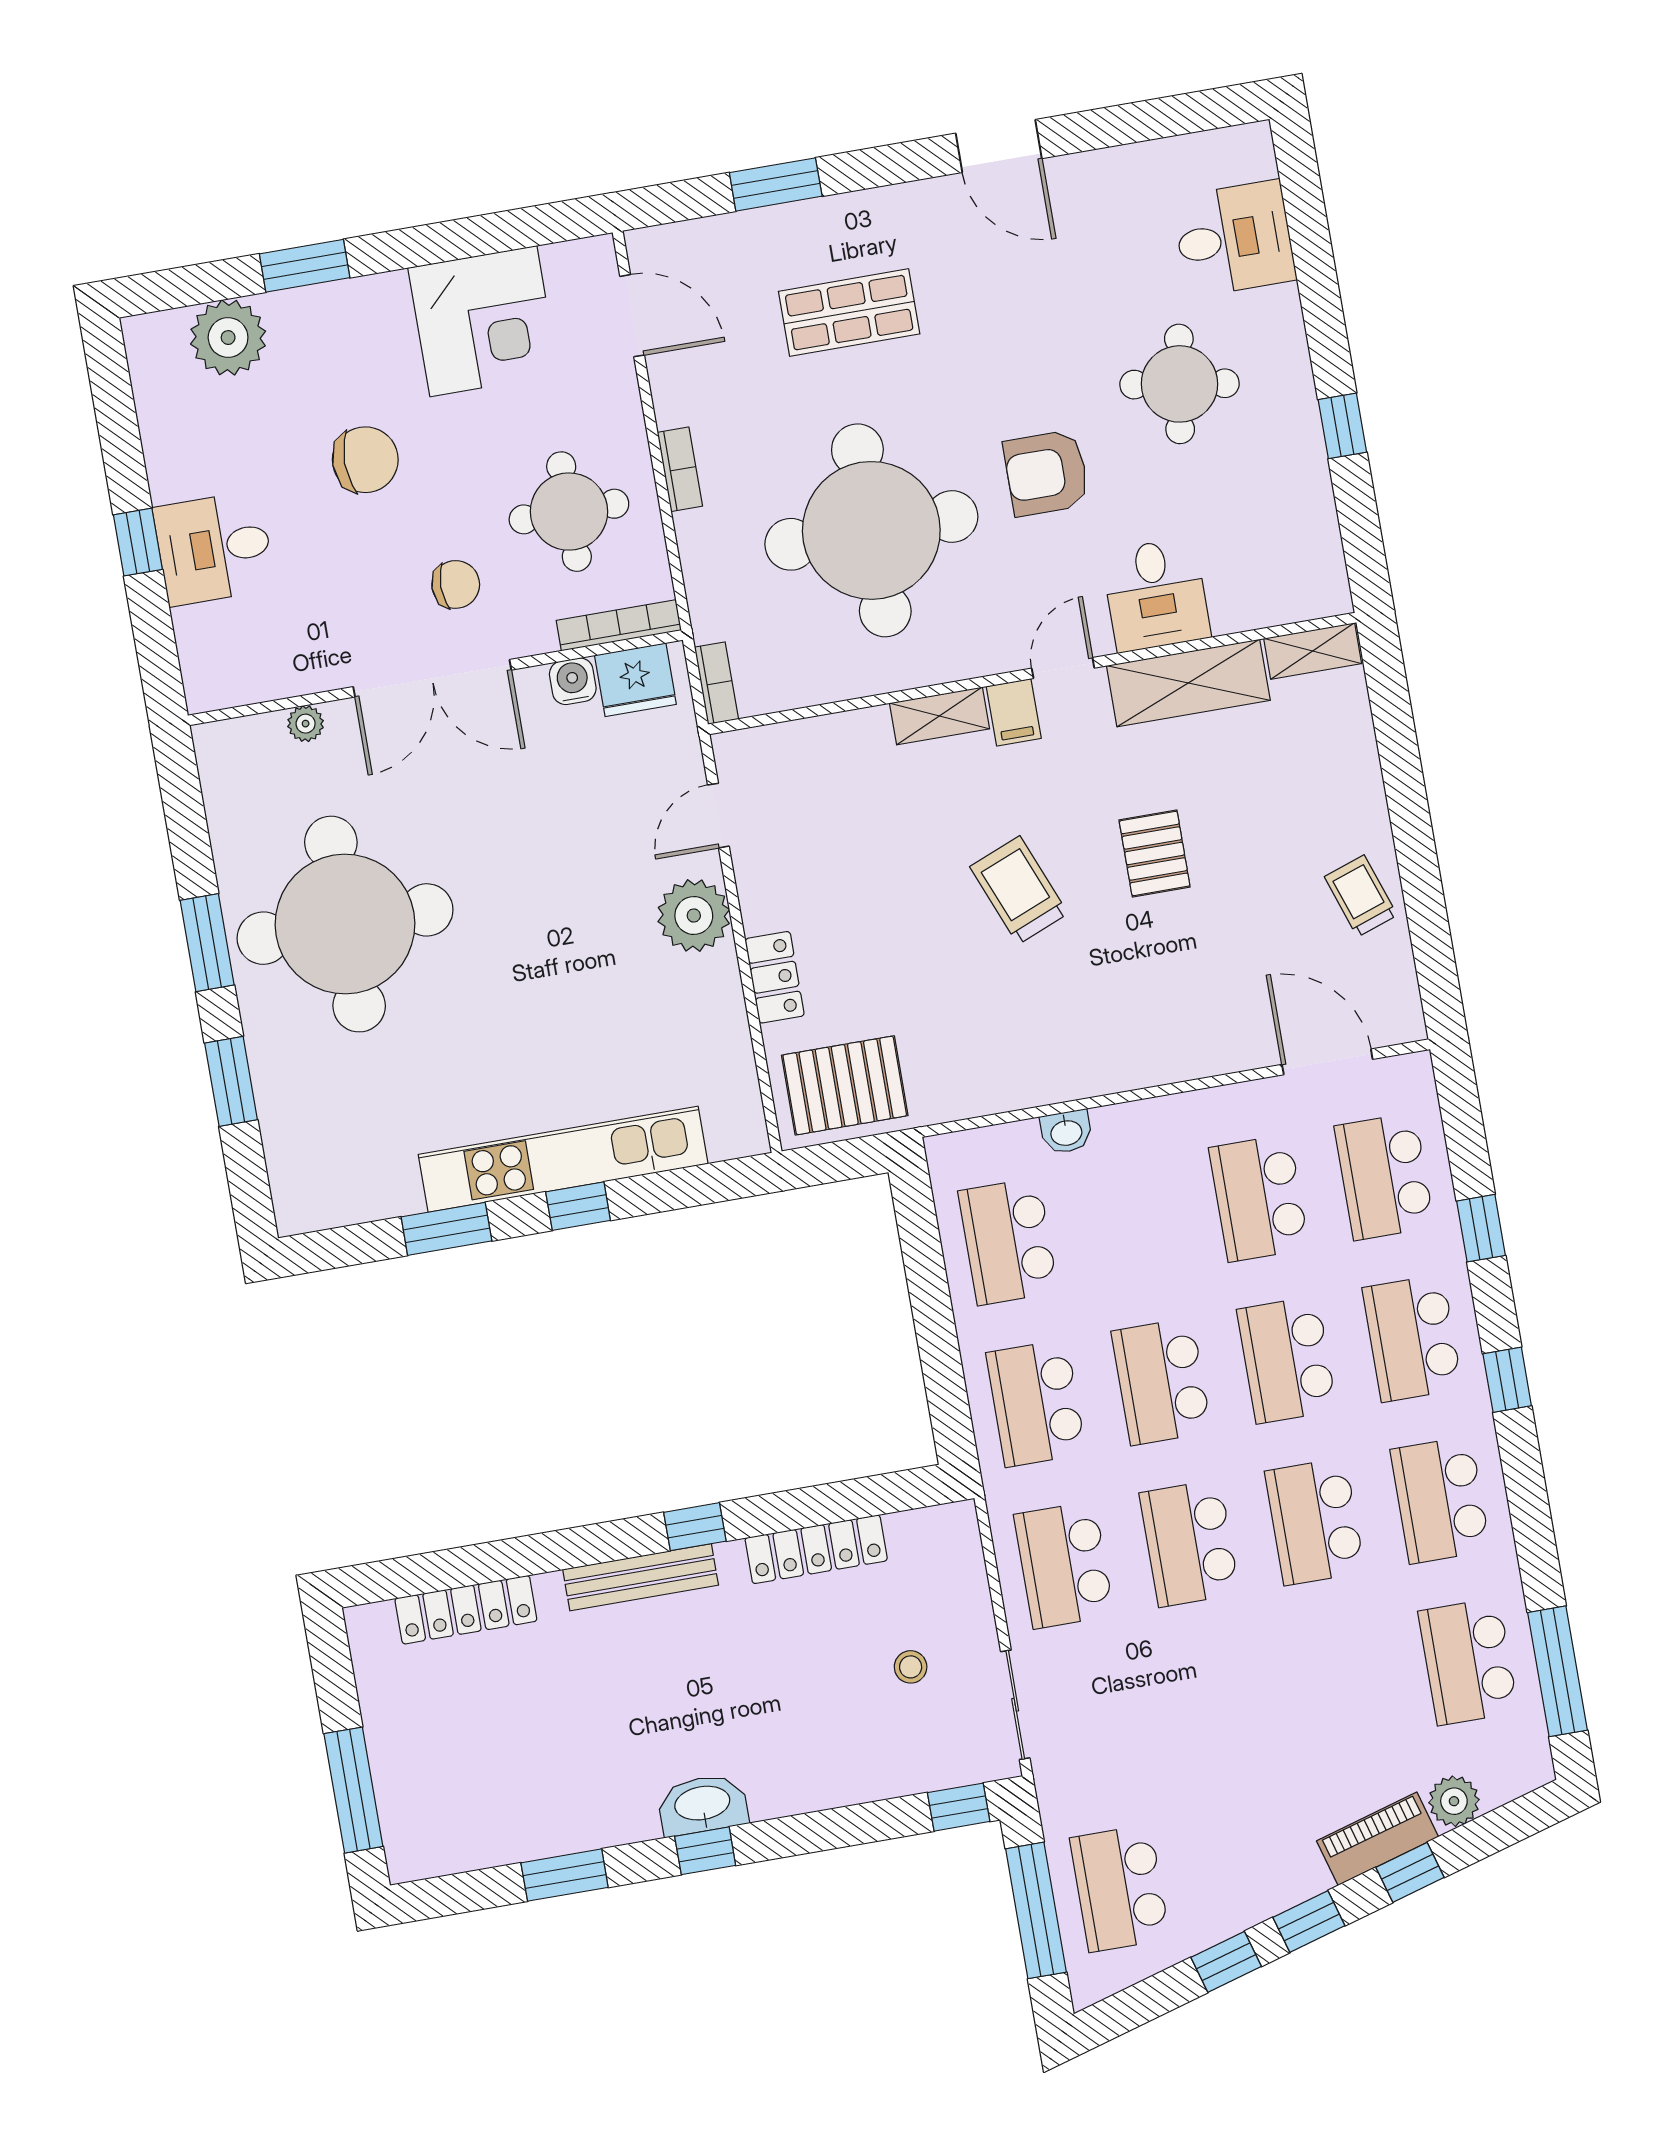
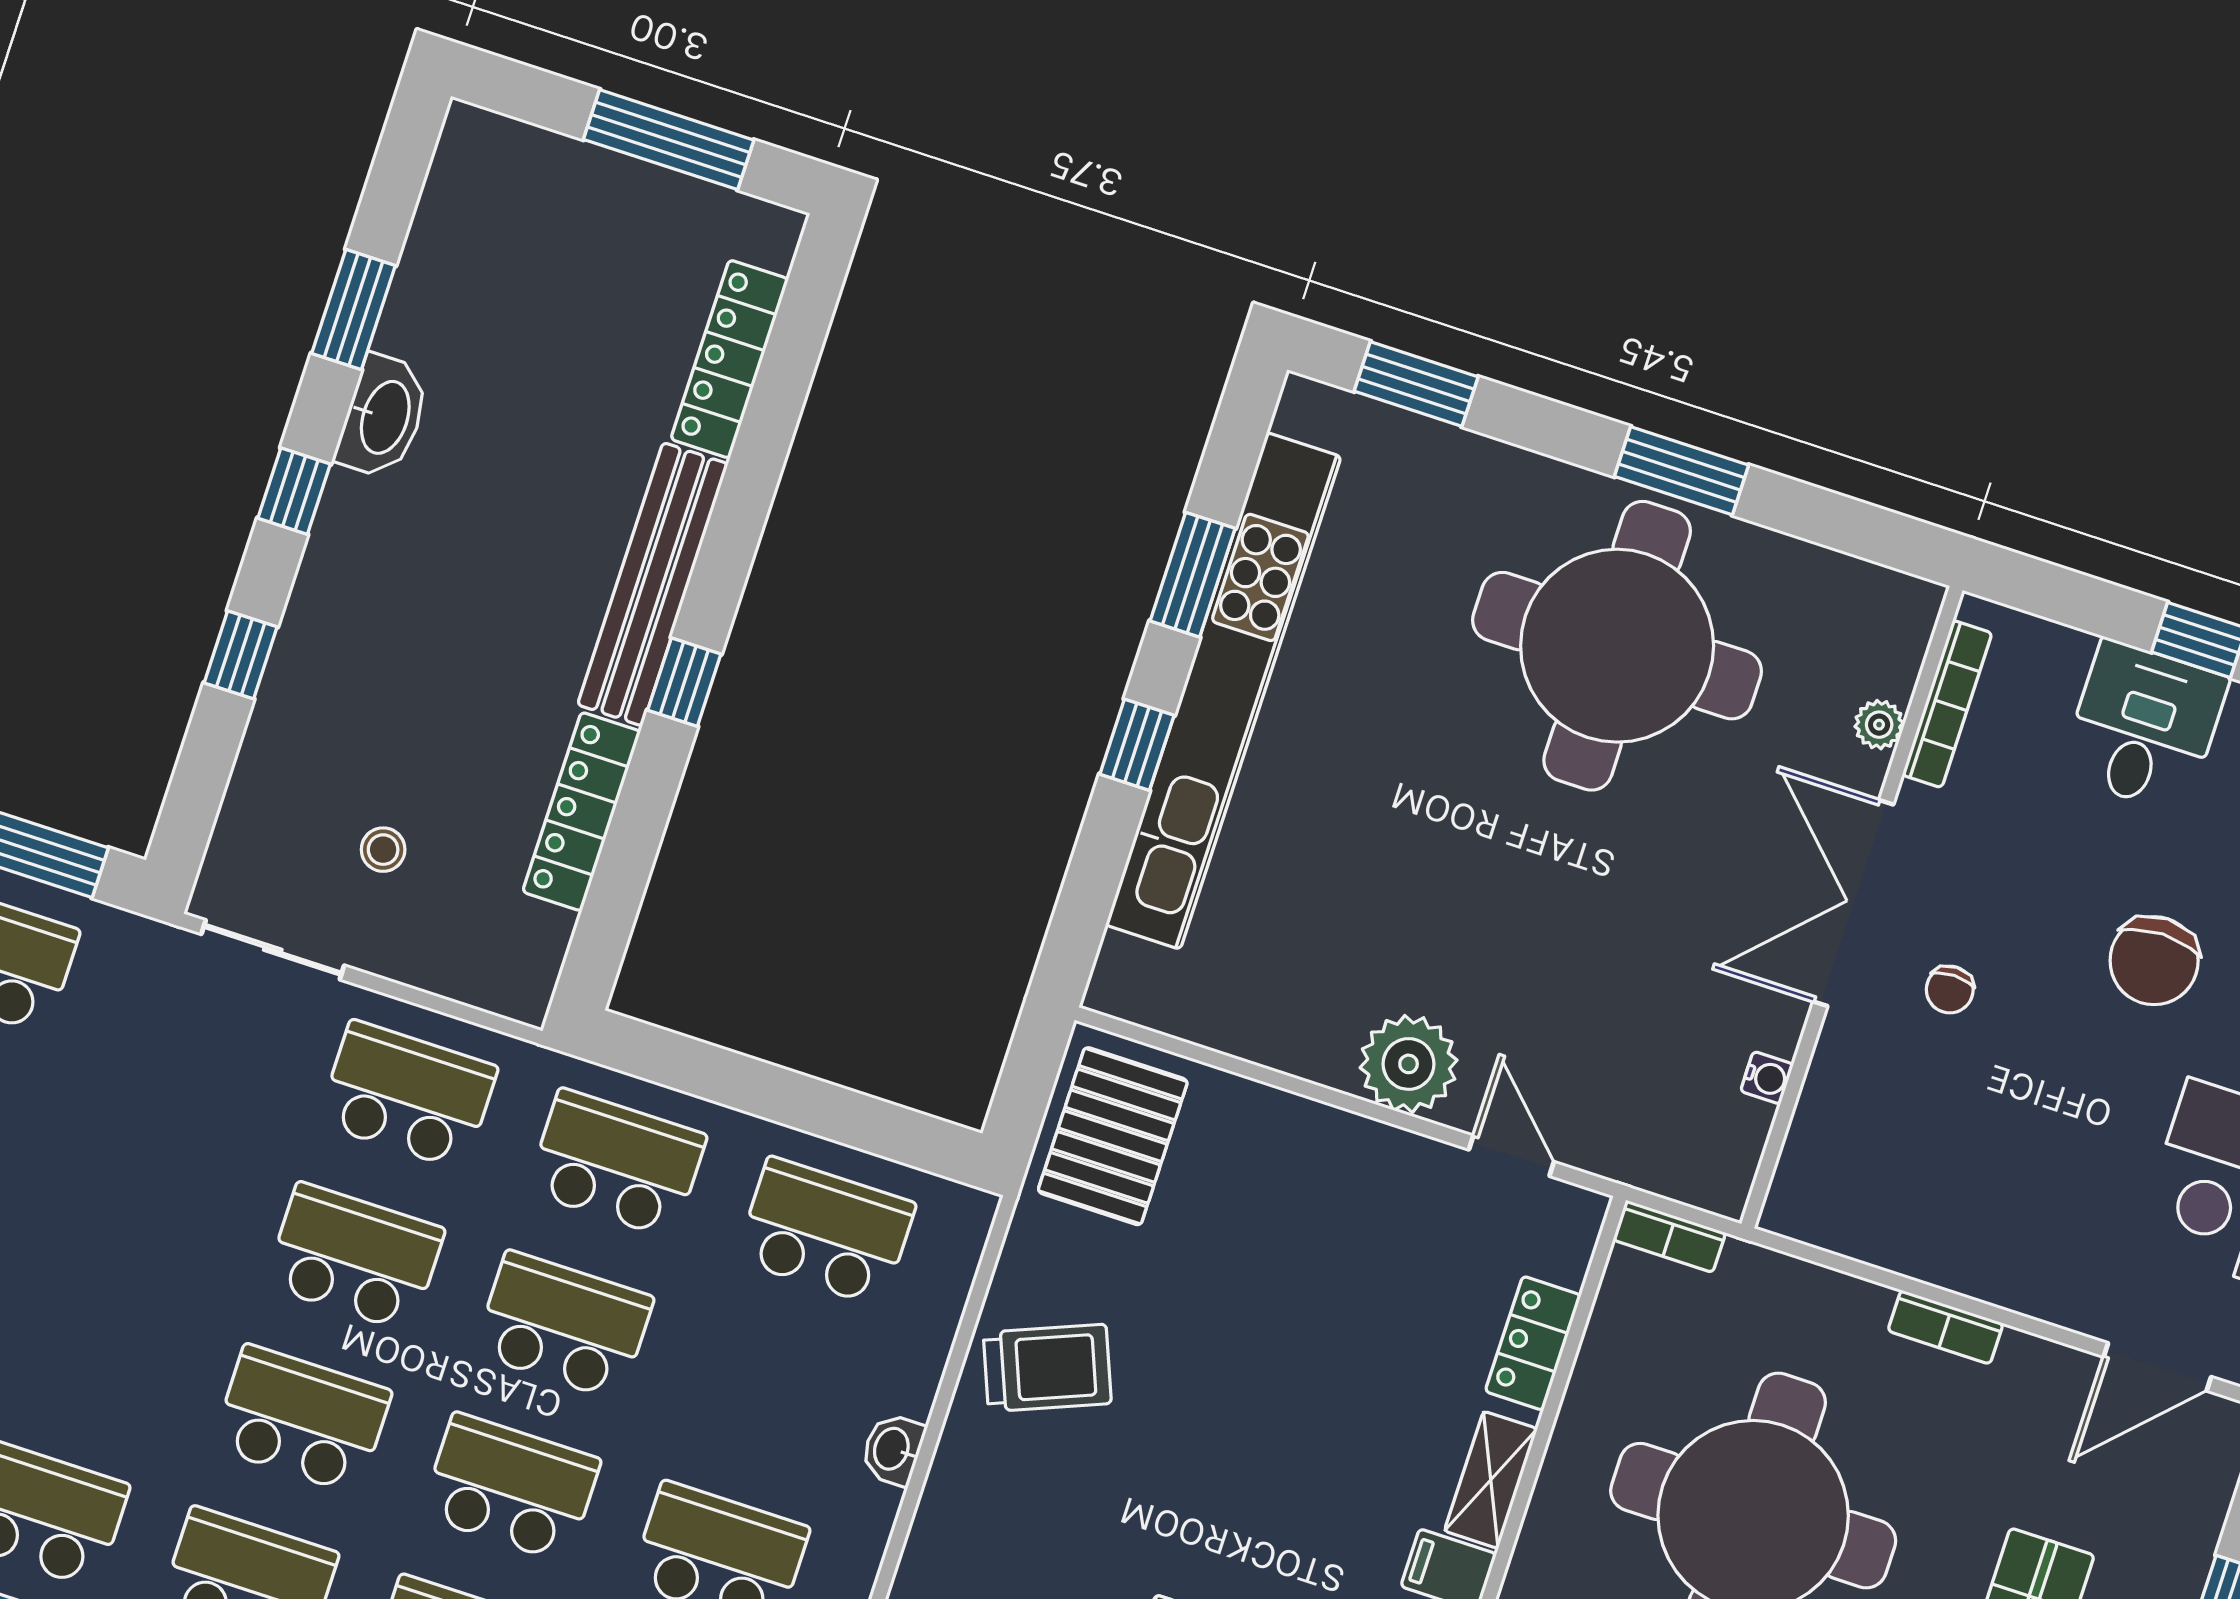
round table: (569, 512) -> (1965, 1169), removed
chair: (456, 584) -> (1950, 990), width x0.73, depth x0.73
bookcase: (619, 625) -> (1947, 704), moved
fridge: (635, 680) -> (1724, 1143), removed
water cooler: (573, 681) -> (1767, 1078), width x0.72, depth x0.72
trolley: (1019, 890) -> (1047, 1368), moved
locker: (775, 977) -> (1533, 1343), moved, turned 90
window: (231, 1081) -> (1416, 384), moved
washbasin: (1066, 1132) -> (893, 1449), moved
kitchen unit: (563, 1159) -> (1223, 691), width x1.36
bench: (641, 1577) -> (653, 584), width x1.37, depth x1.21
window: (353, 1790) -> (669, 140), moved
washbasin: (703, 1805) -> (383, 417), moved
window: (959, 1807) -> (241, 655), moved

